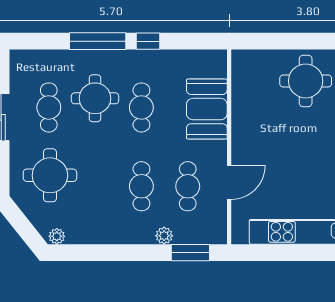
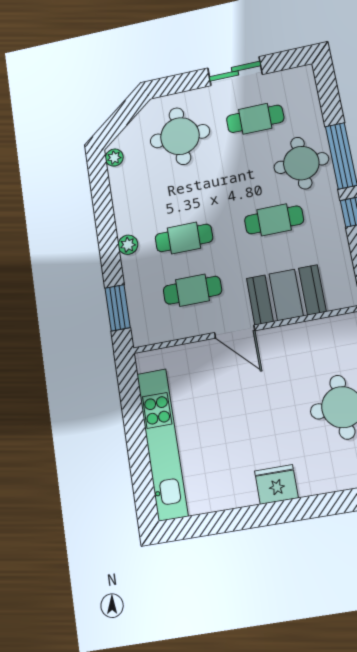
round table: (95, 98) -> (301, 163), moved
door: (229, 182) -> (235, 332), moved
plant: (164, 236) -> (128, 245), moved

